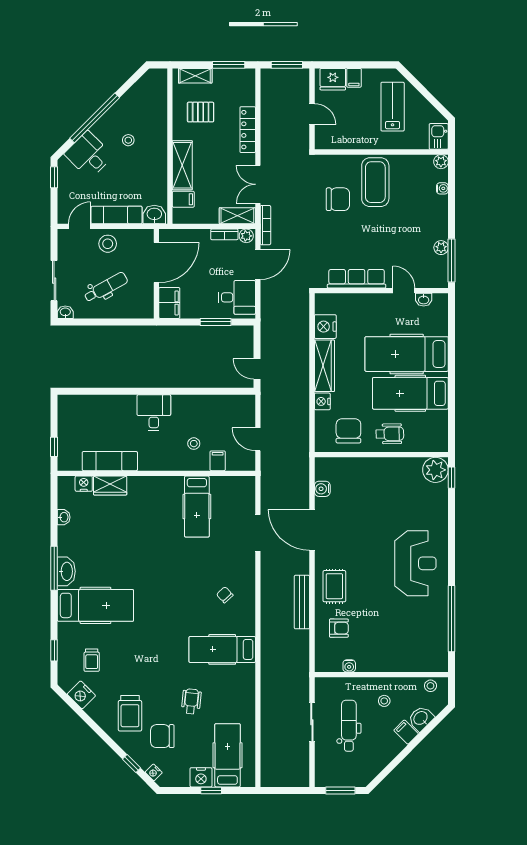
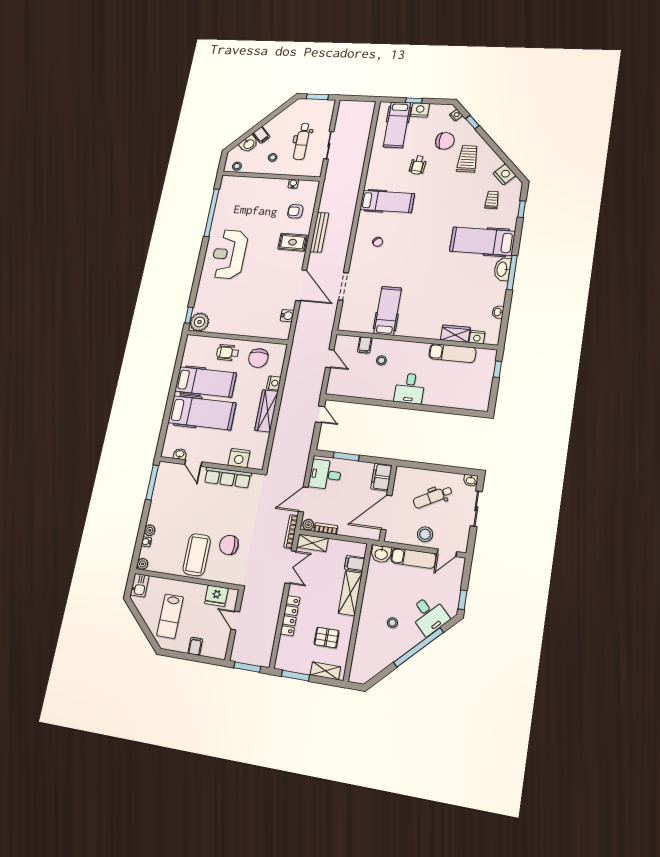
fridge: (333, 79) -> (216, 596), moved, turned 180
plant: (441, 248) -> (150, 530), moved
nightstand: (325, 327) -> (239, 458), moved, turned 90
rug: (334, 586) -> (293, 242), turned 90

